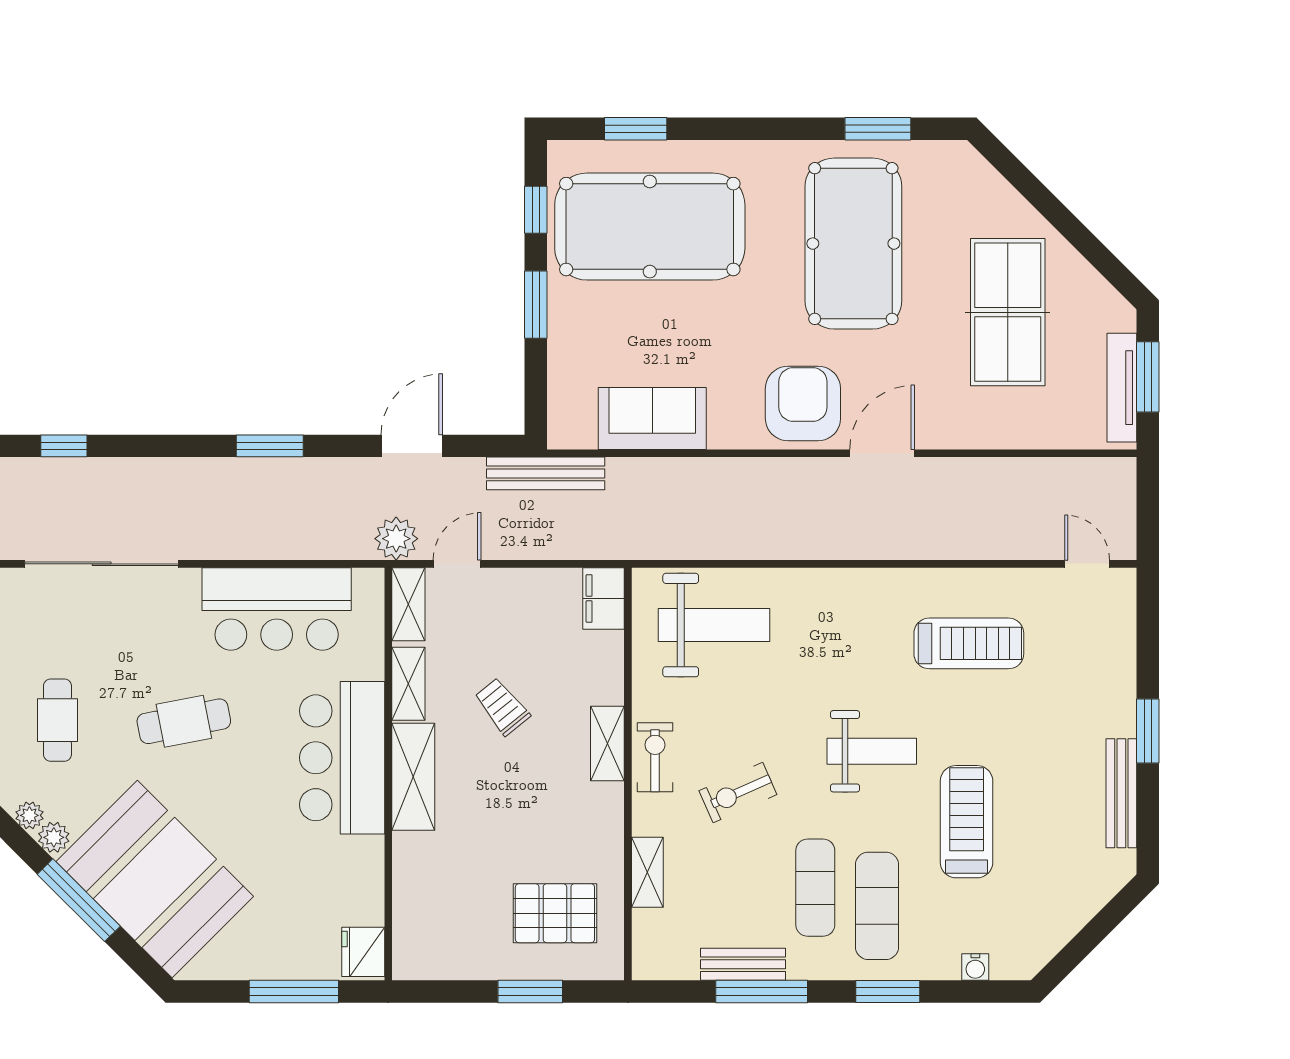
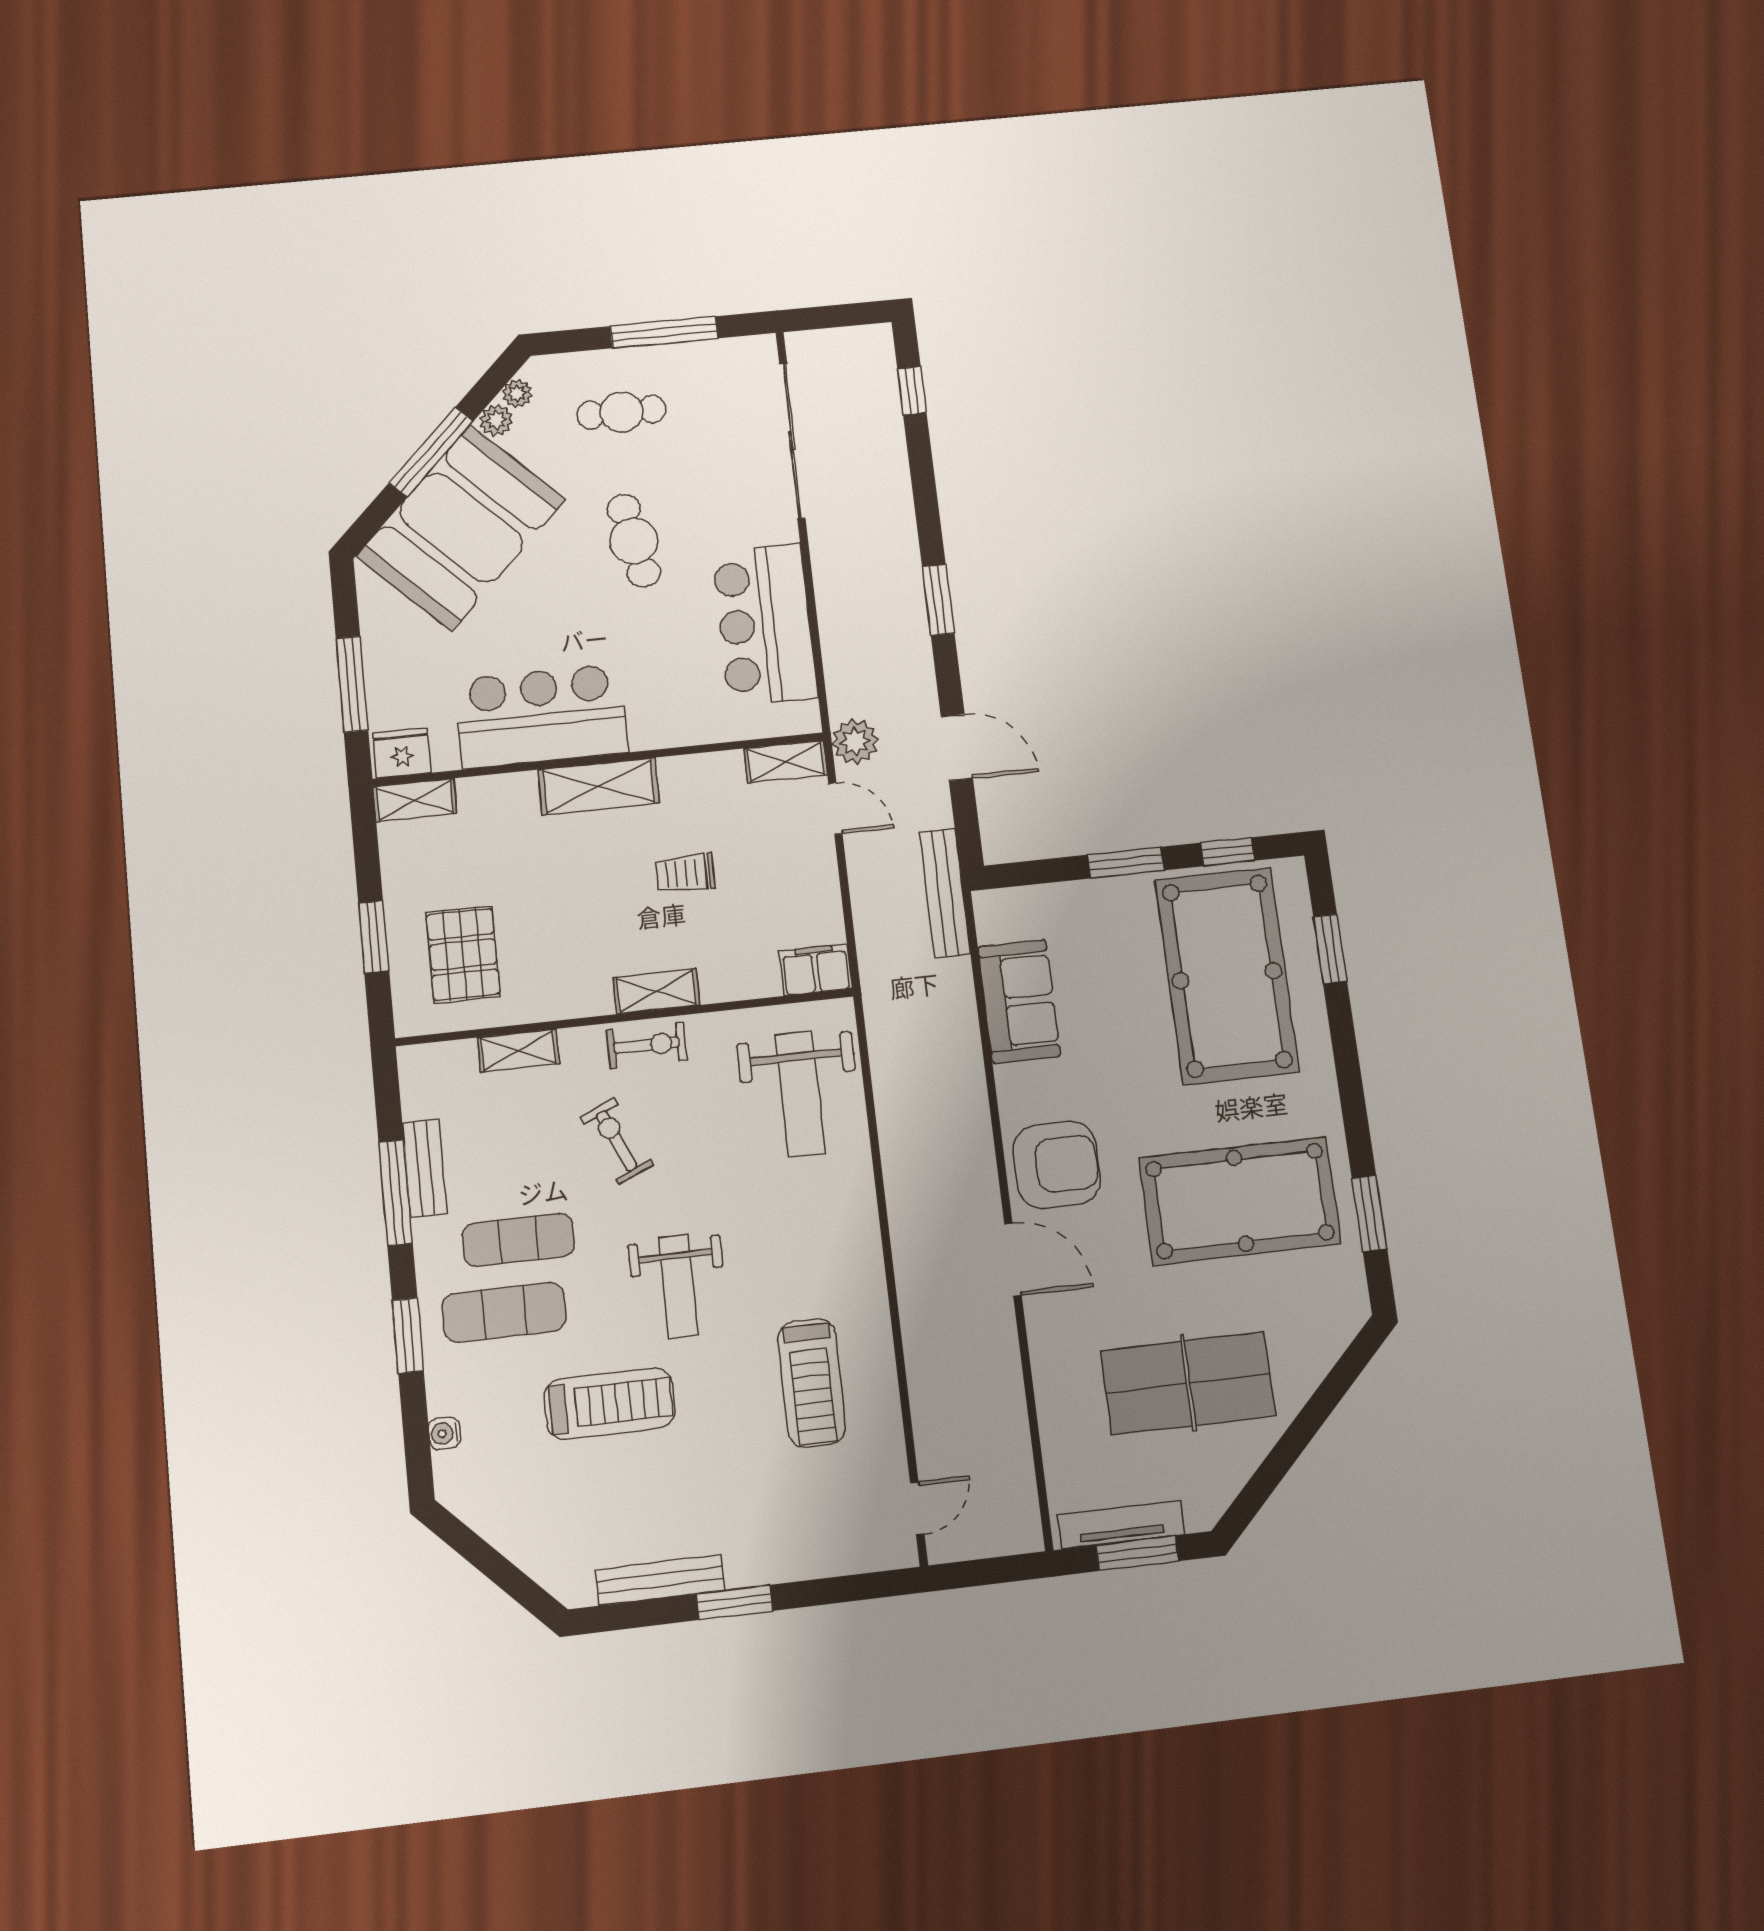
shelving: (408, 684) -> (415, 800), moved
trolley: (502, 707) -> (685, 873), turned -141
bar counter: (342, 758) -> (541, 716), moved

